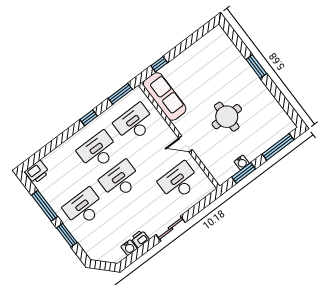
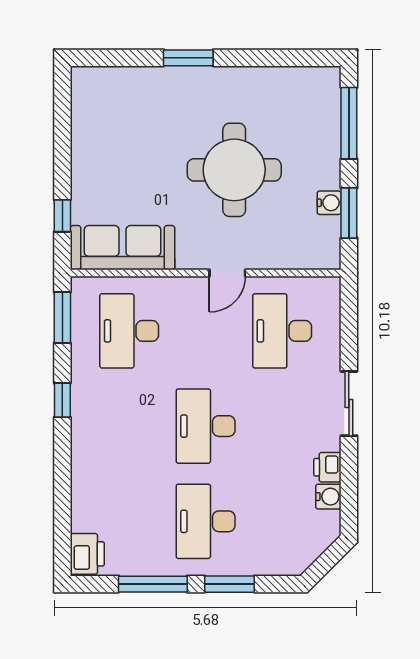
round table: (227, 117) -> (234, 170), width x1.36, depth x1.36
desk: (98, 151) -> (129, 426), removed

